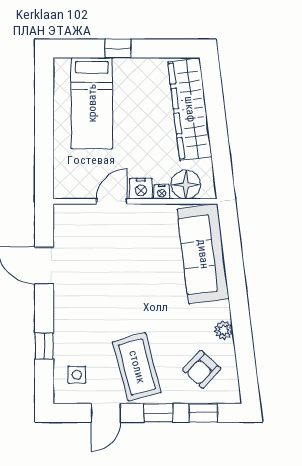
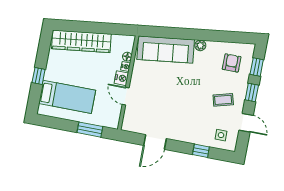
window: (44, 152) -> (90, 130), added
floor lamp: (186, 185) -> (127, 57), width x0.53, depth x0.53
plant: (224, 330) -> (200, 45), moved
coffee table: (137, 367) -> (223, 100), width x0.54, depth x0.58
armchair: (202, 369) -> (232, 63), turned -133

